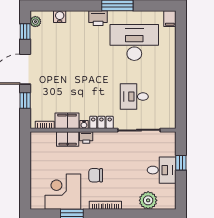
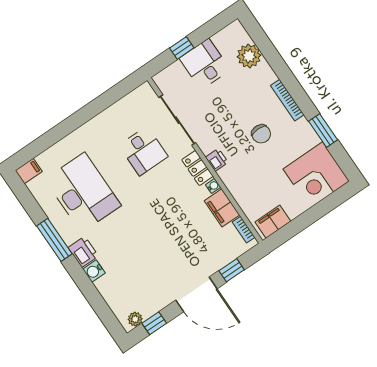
water cooler: (60, 17) -> (94, 271), moved
desk: (134, 43) -> (83, 192), turned 180
printer: (86, 137) -> (217, 160), moved
filing cabinet: (68, 139) -> (273, 222), moved, turned -90
corner desk: (63, 192) -> (316, 175), moved

